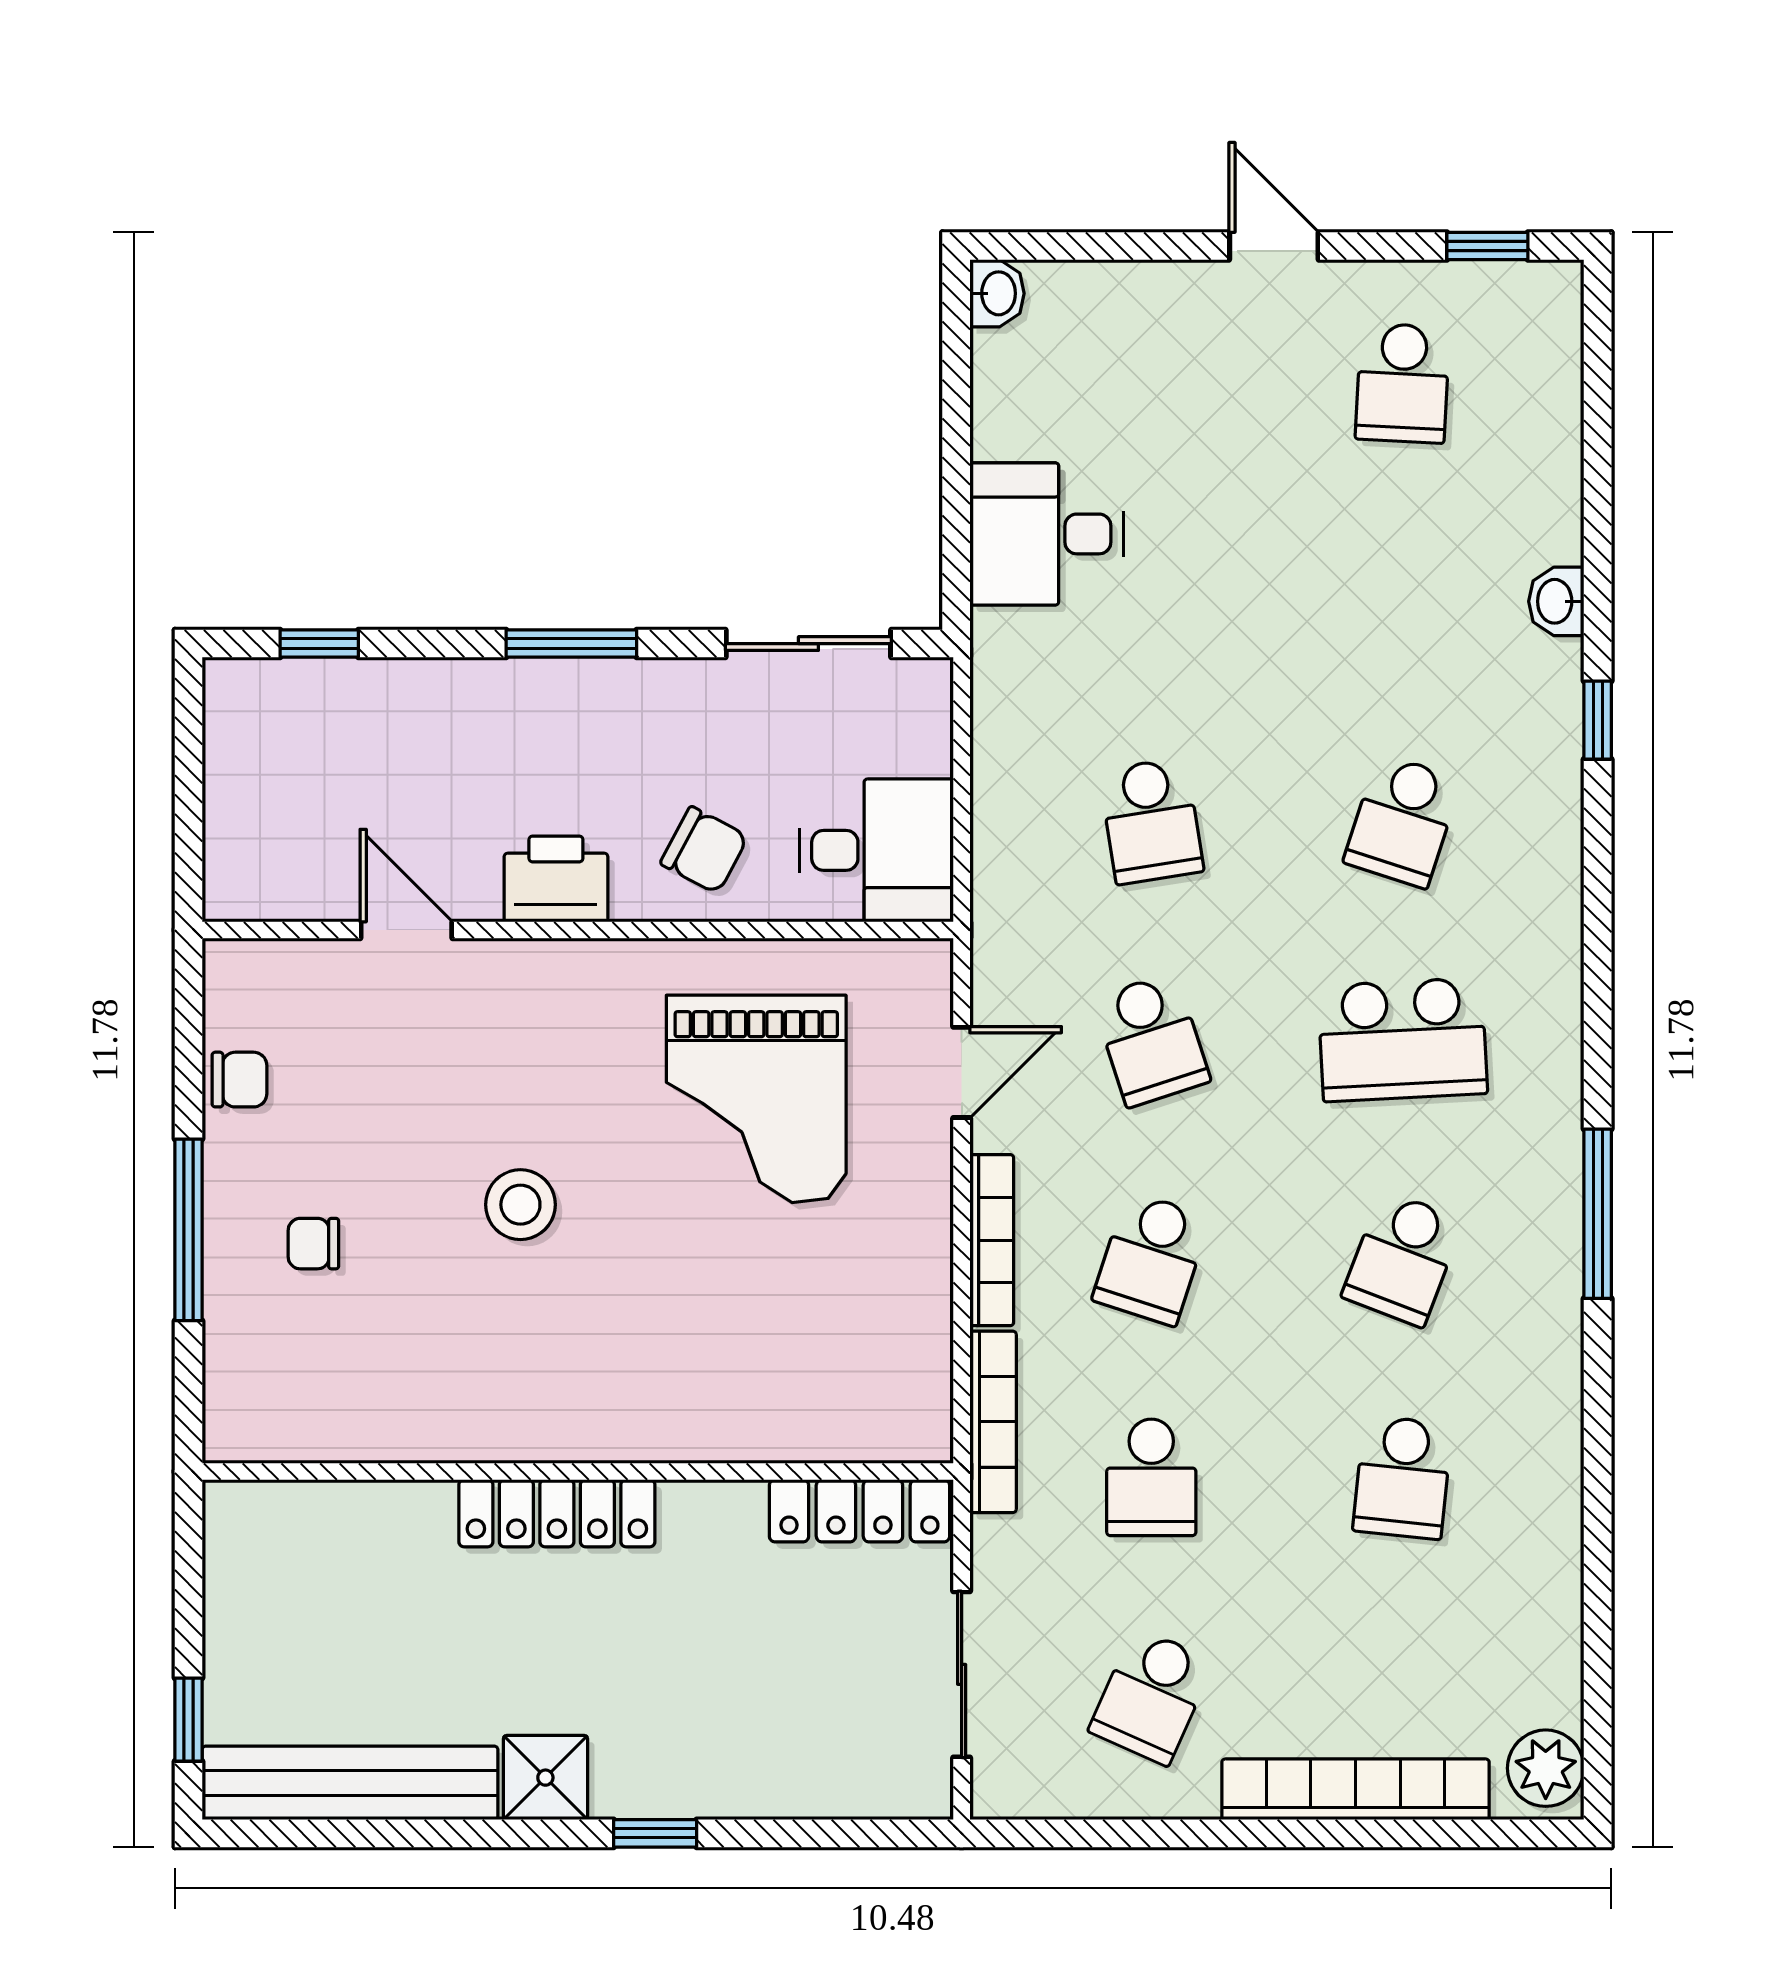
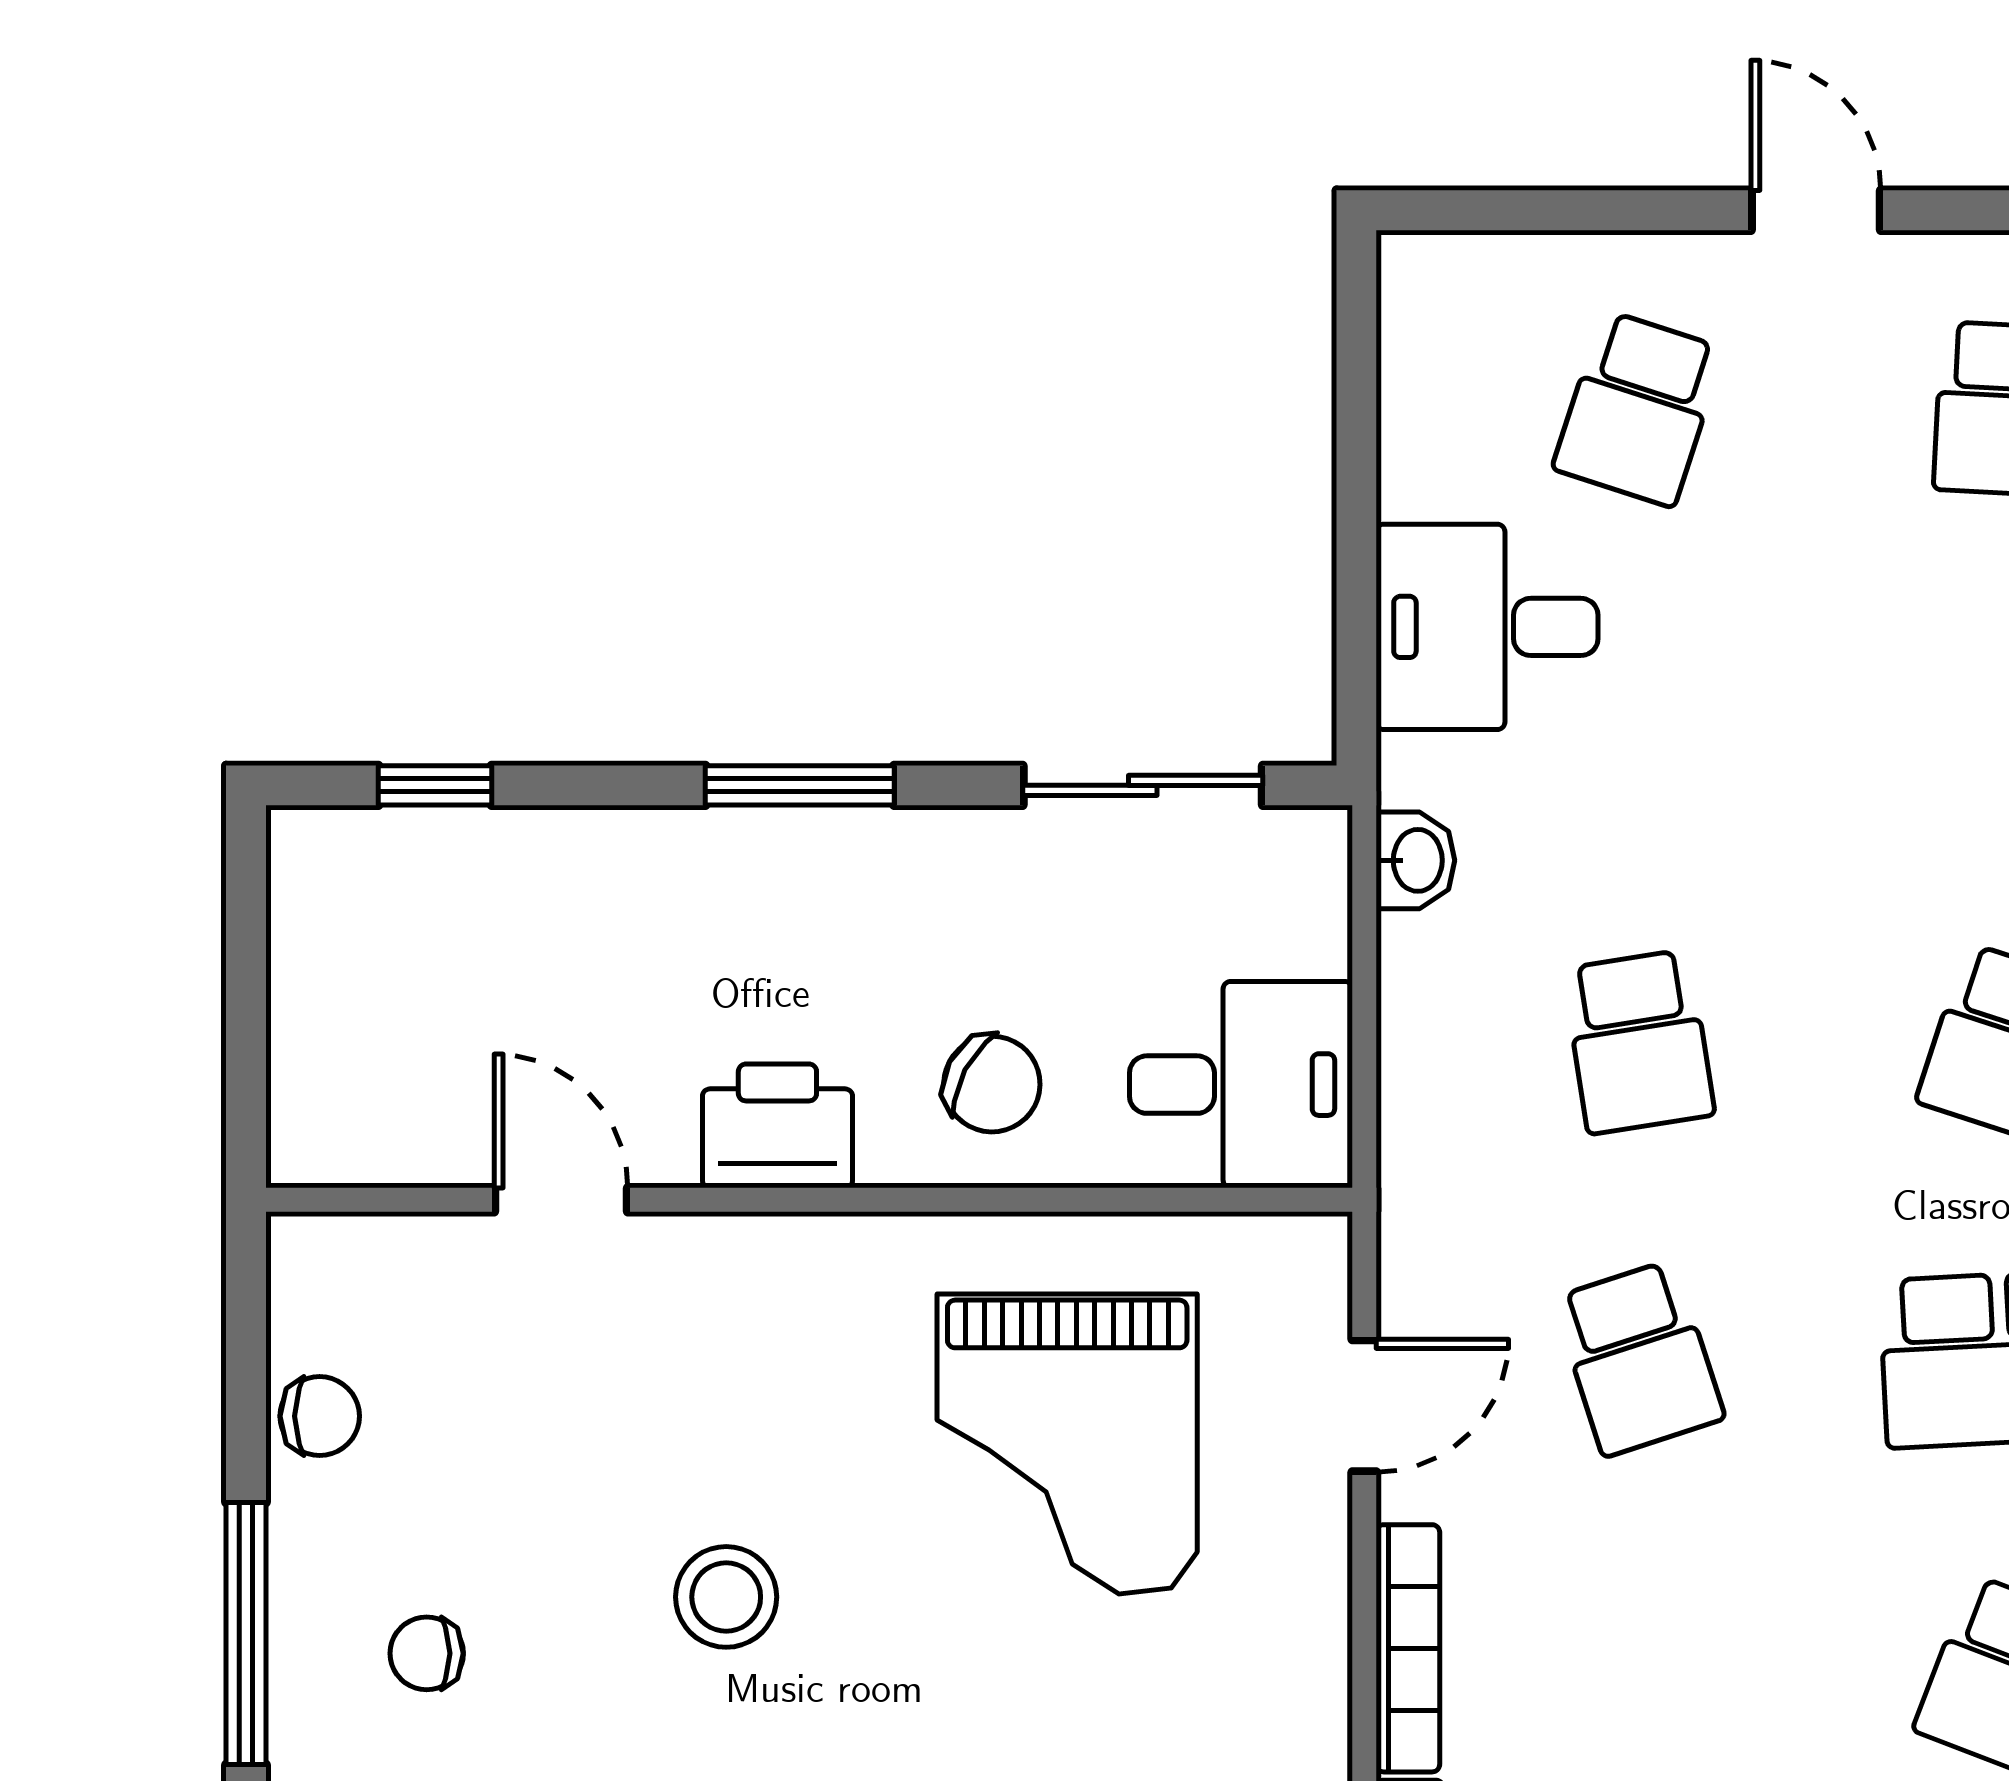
washbasin: (997, 293) -> (1415, 860), moved
school desk: (1151, 1259) -> (1639, 409), moved

